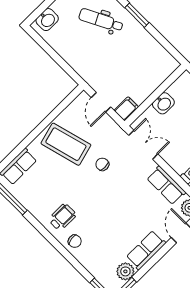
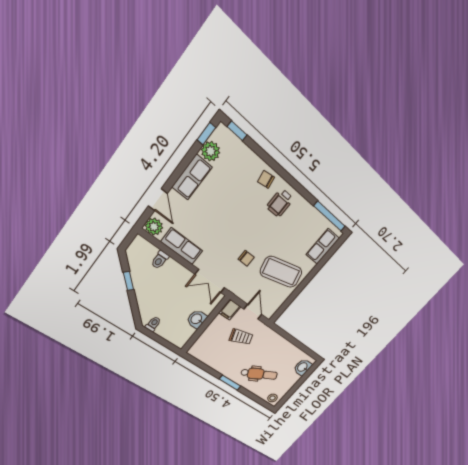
trolley: (117, 73) -> (241, 337), added

